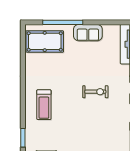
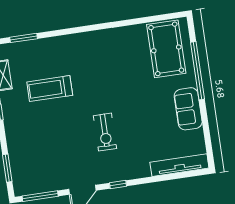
treadmill: (44, 105) -> (50, 89), moved

